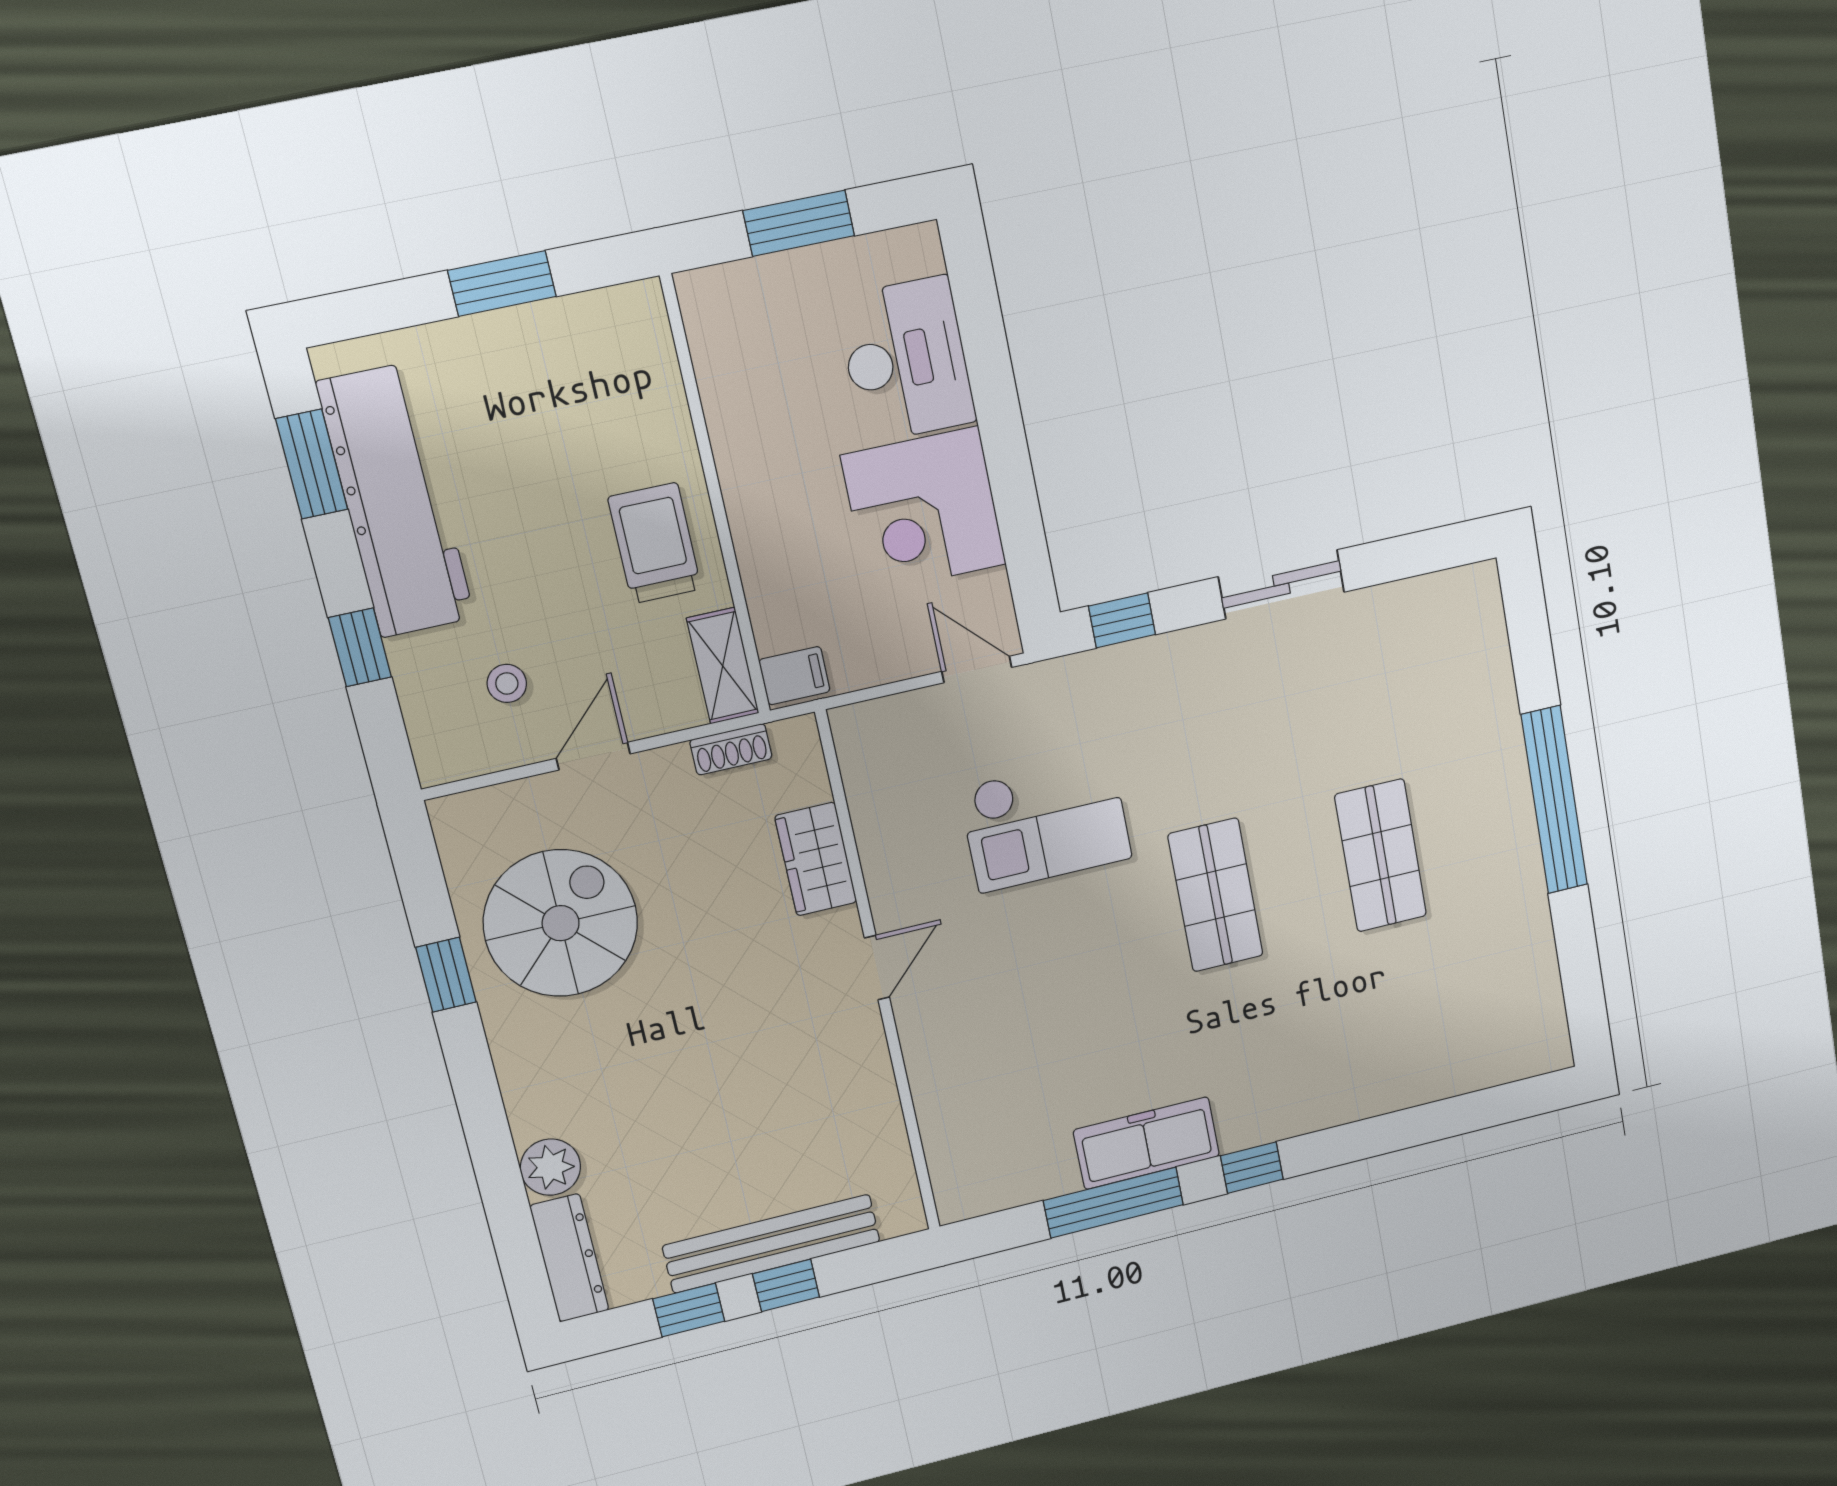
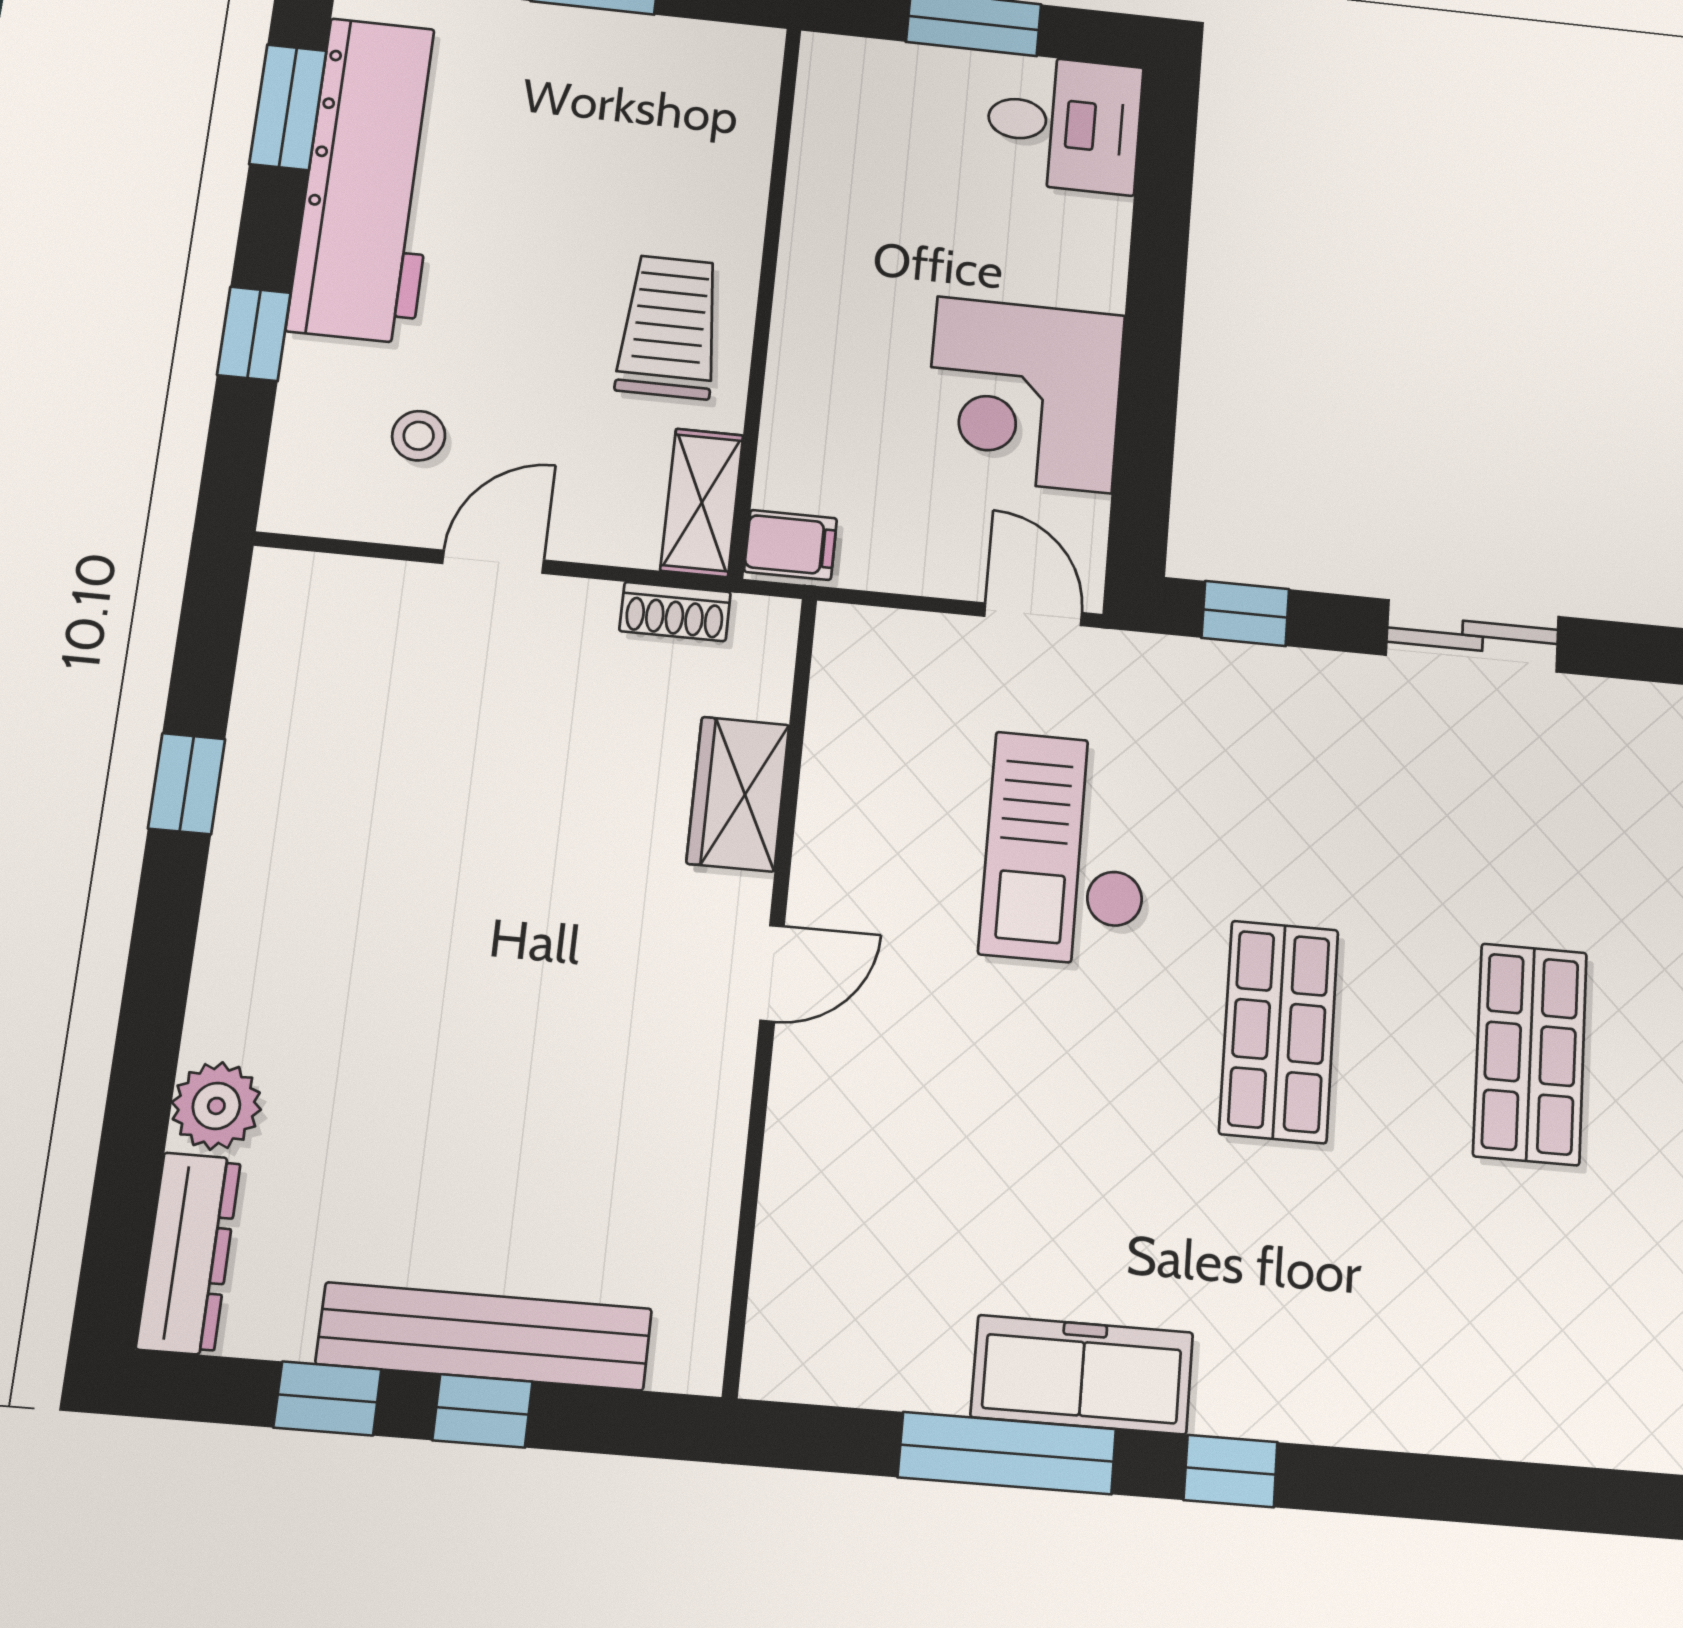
desk: (906, 360) -> (1064, 124), moved, width x0.73
checkout: (1046, 823) -> (1067, 849), turned 90
spiral stairs: (561, 923) -> (366, 766), removed

